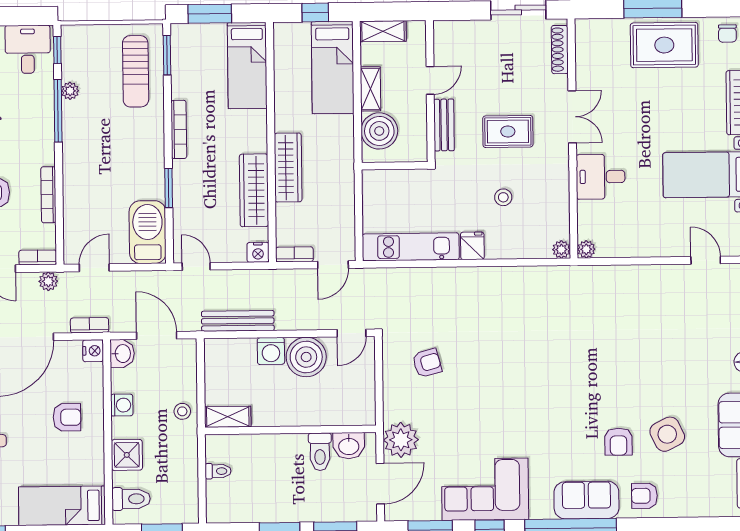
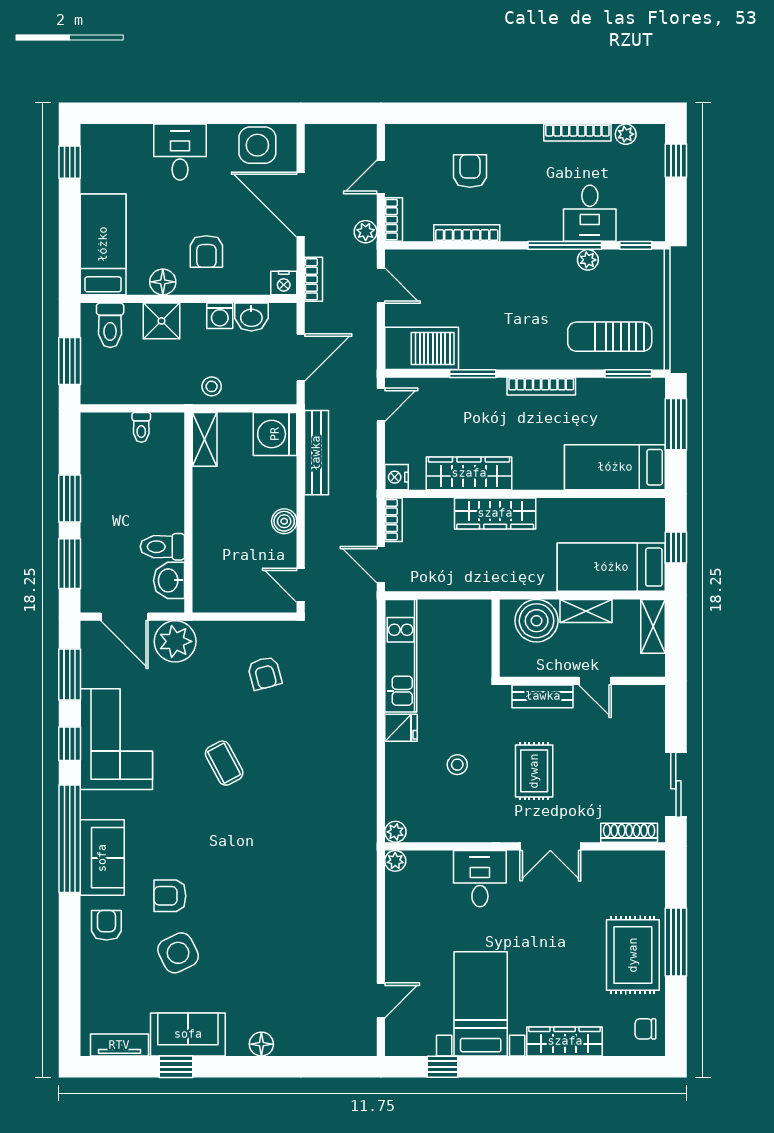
desk: (28, 49) -> (590, 213), moved, turned 90
washing machine: (271, 351) -> (275, 434), moved, width x1.37, depth x1.37
washbasin: (122, 354) -> (251, 317), moved
boiler: (306, 357) -> (284, 521), width x0.54, depth x0.54
coffee table: (504, 397) -> (224, 763), added
floor lamp: (93, 454) -> (163, 282), added

